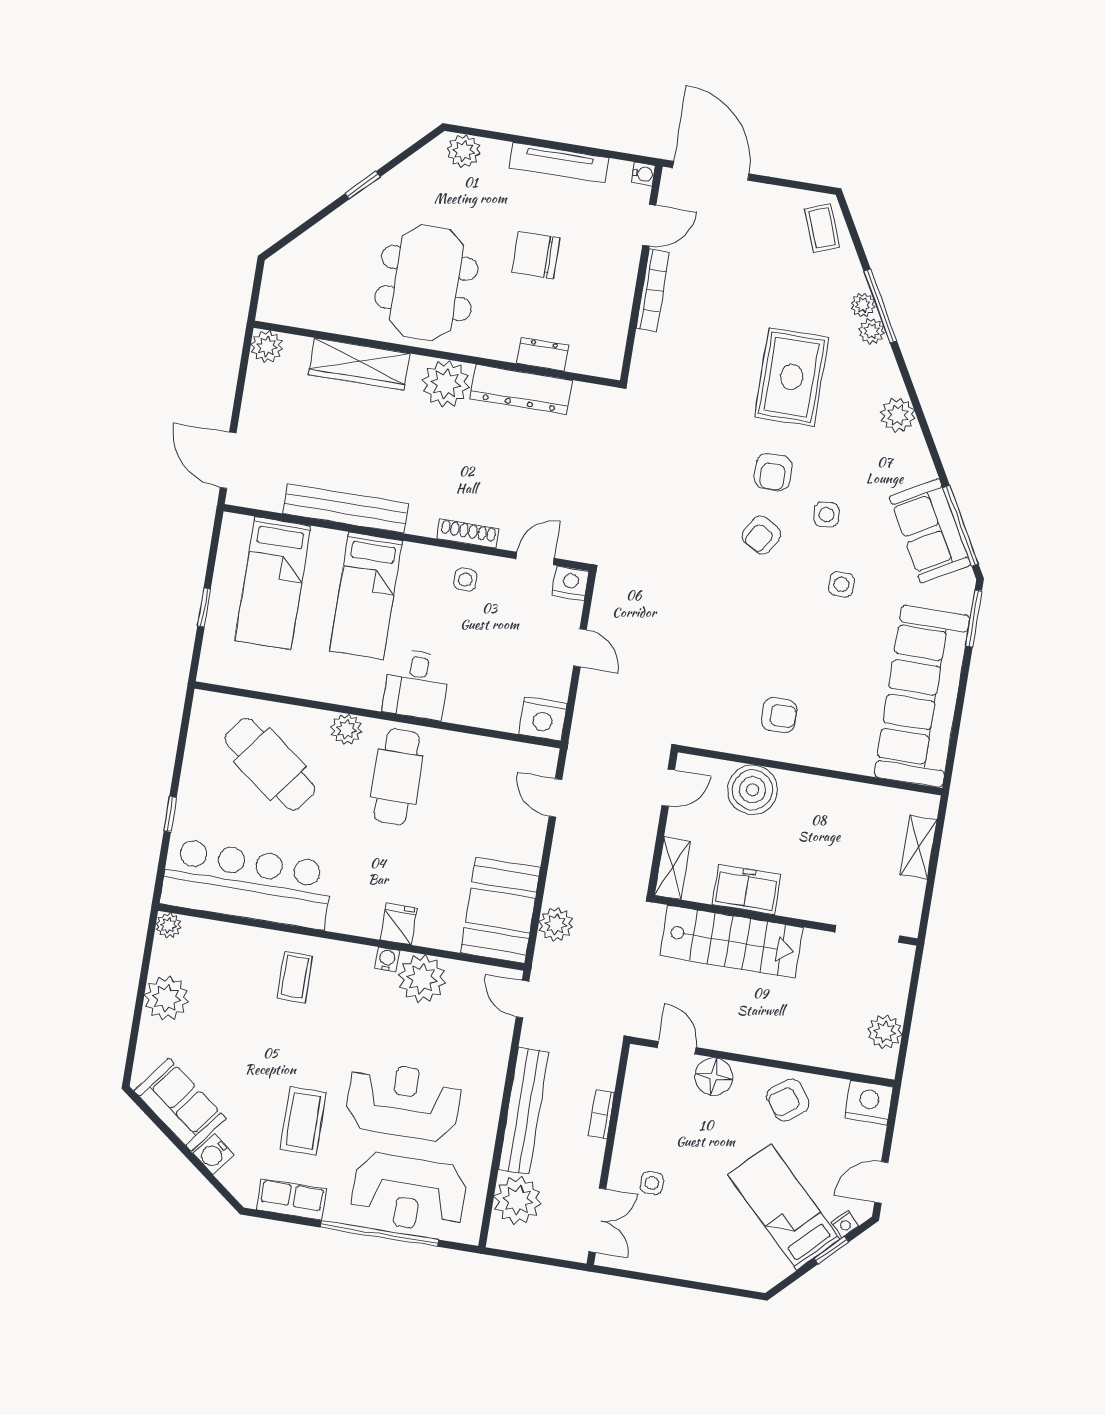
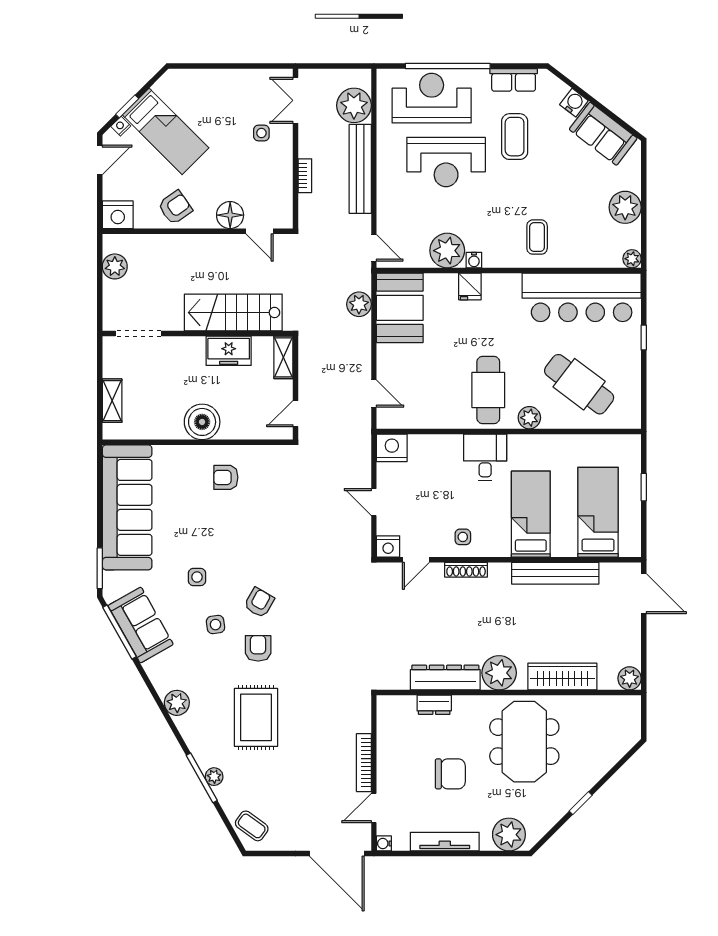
plant: (464, 151) -> (509, 835), width x1.36, depth x1.36
coffee table: (822, 228) -> (252, 826), turned -33
plant: (872, 331) -> (205, 759), removed
boiler: (752, 790) -> (202, 422), moved

